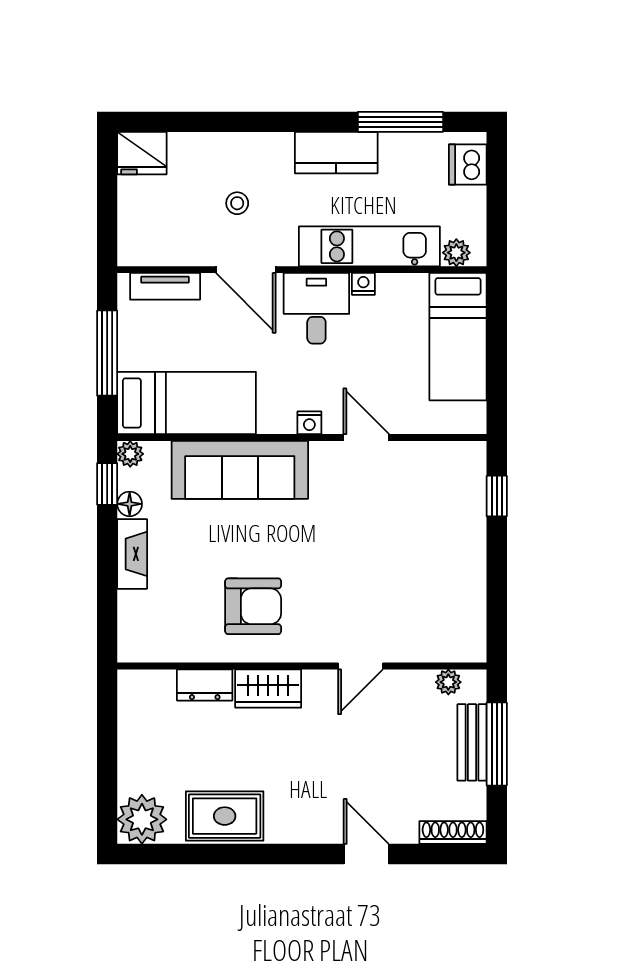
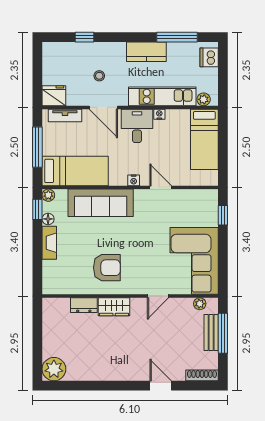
window: (206, 122) -> (85, 37), added
fridge: (142, 153) -> (54, 96), moved, turned 180
corner sofa: (436, 592) -> (194, 261), added
rug: (225, 816) -> (93, 368), removed

